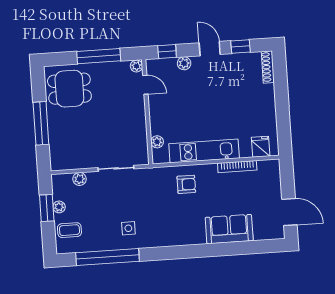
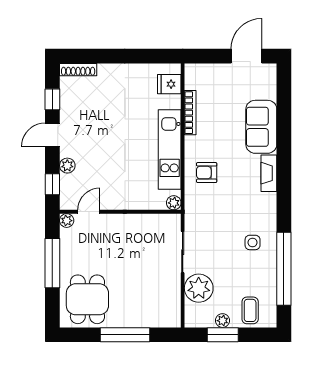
plant: (157, 142) -> (174, 203), moved
plant: (80, 179) -> (199, 288), width x1.88, depth x1.88
armchair: (186, 184) -> (207, 173), turned -90
fireplace: (189, 238) -> (269, 173), added

